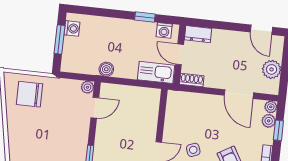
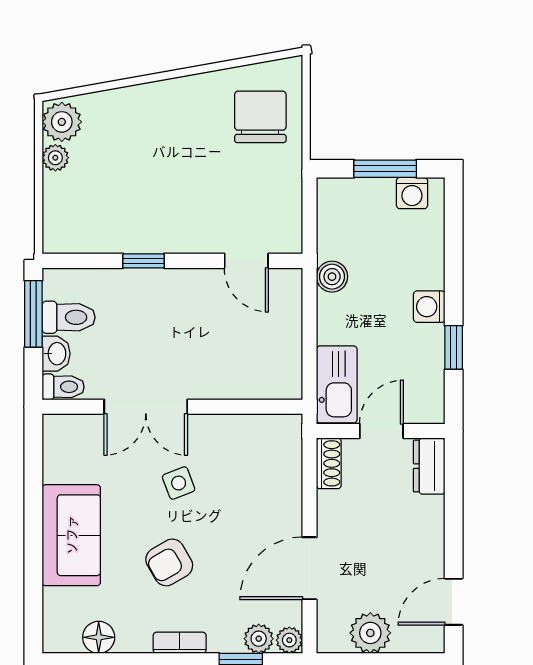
washing machine: (164, 30) -> (429, 307), moved
plant: (87, 87) -> (289, 240), removed

